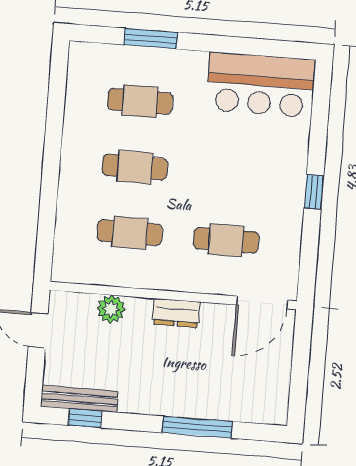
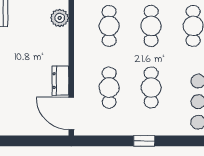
cafe table: (231, 175) -> (151, 88), added
dresser: (176, 313) -> (60, 81), moved

